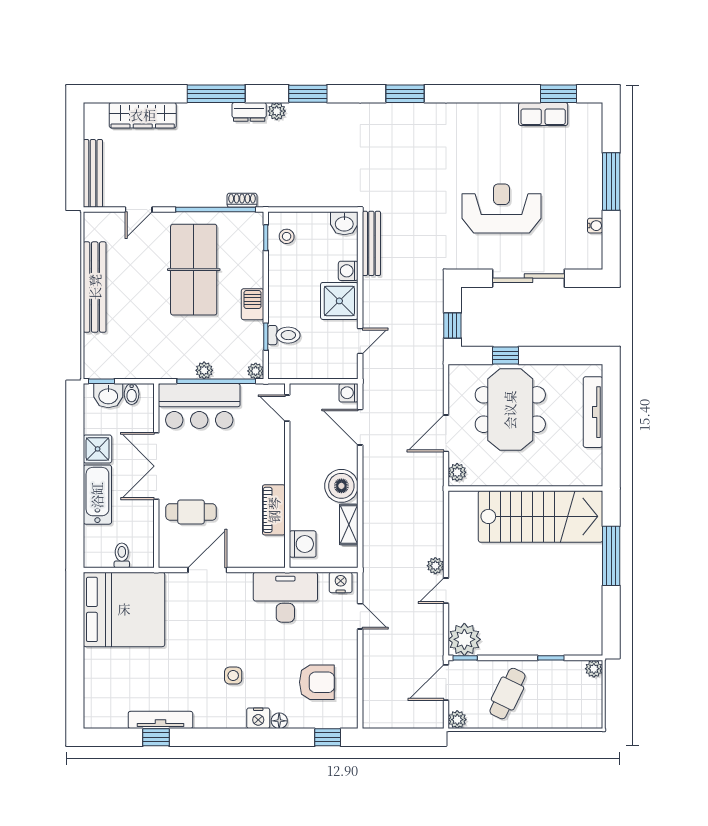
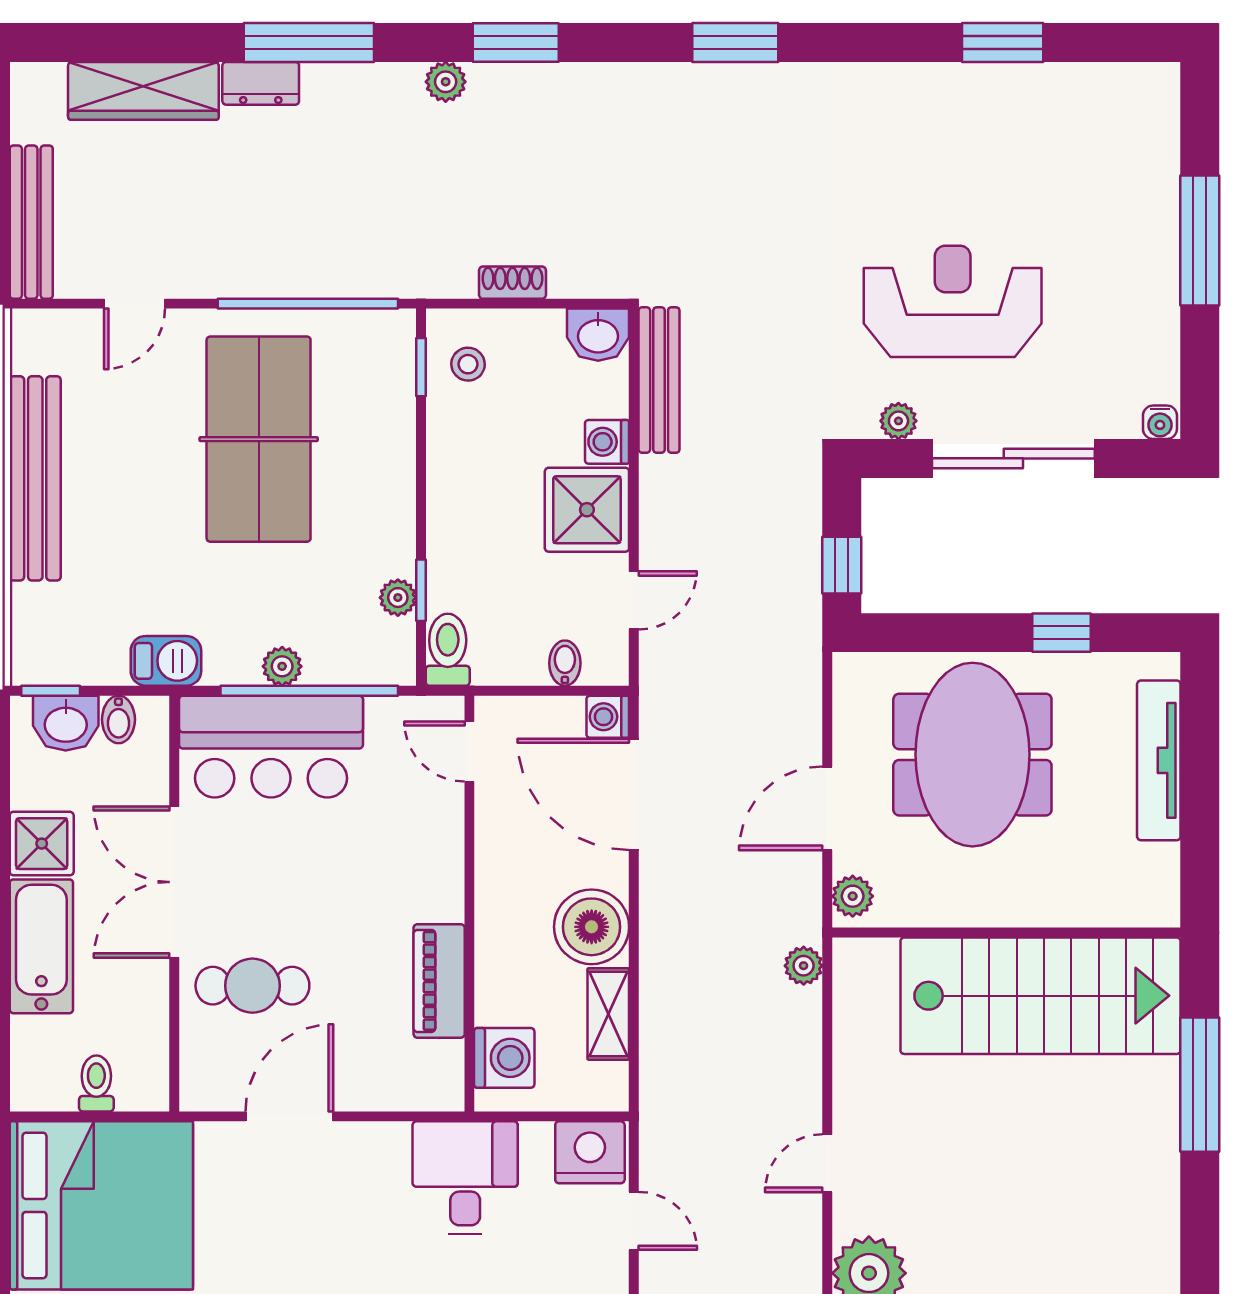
window: (559, 94) -> (1003, 42), moved
dresser: (249, 112) -> (261, 83), moved
row of seats: (543, 114) -> (1047, 88), removed
shoe rack: (242, 200) -> (512, 283), moved
water cooler: (595, 226) -> (1160, 422), moved, turned 90
plant: (477, 262) -> (898, 421), added
barbecue: (253, 304) -> (166, 661), moved, turned 90
toilet: (284, 335) -> (448, 650), moved, turned -90
window: (506, 355) -> (1062, 633), moved
bidet: (330, 369) -> (565, 663), added
plant: (256, 371) -> (398, 598), moved
door: (360, 427) -> (634, 794), width x1.36
plant: (435, 566) -> (804, 966), moved
nightstand: (341, 582) -> (590, 1152), width x1.36, depth x1.33
desk: (285, 597) -> (465, 1178), width x0.73

